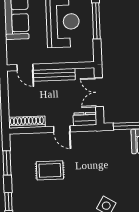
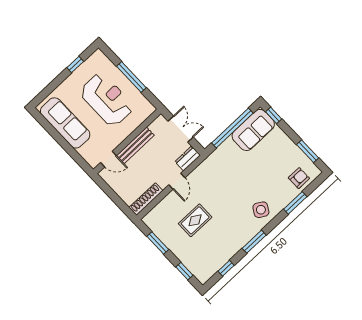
double door: (99, 92) -> (181, 129), swing flipped
door: (62, 129) -> (177, 181), hinge flipped

